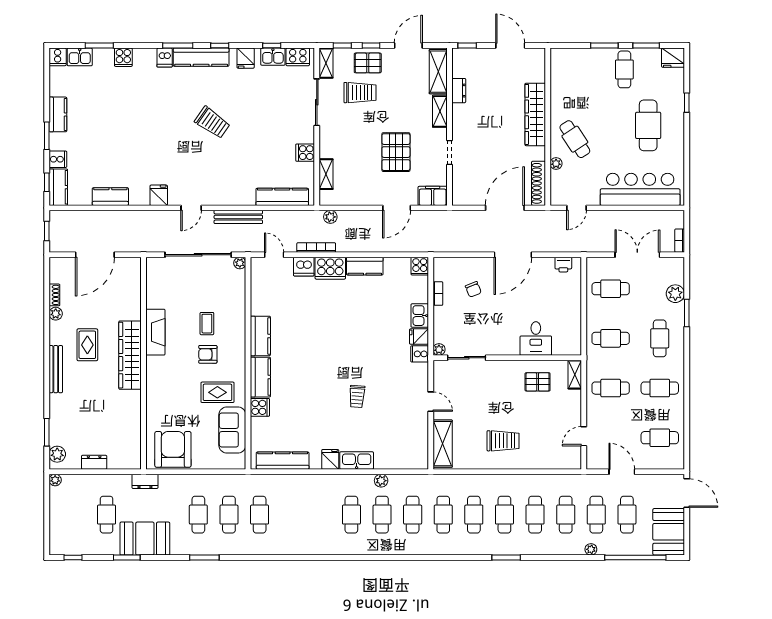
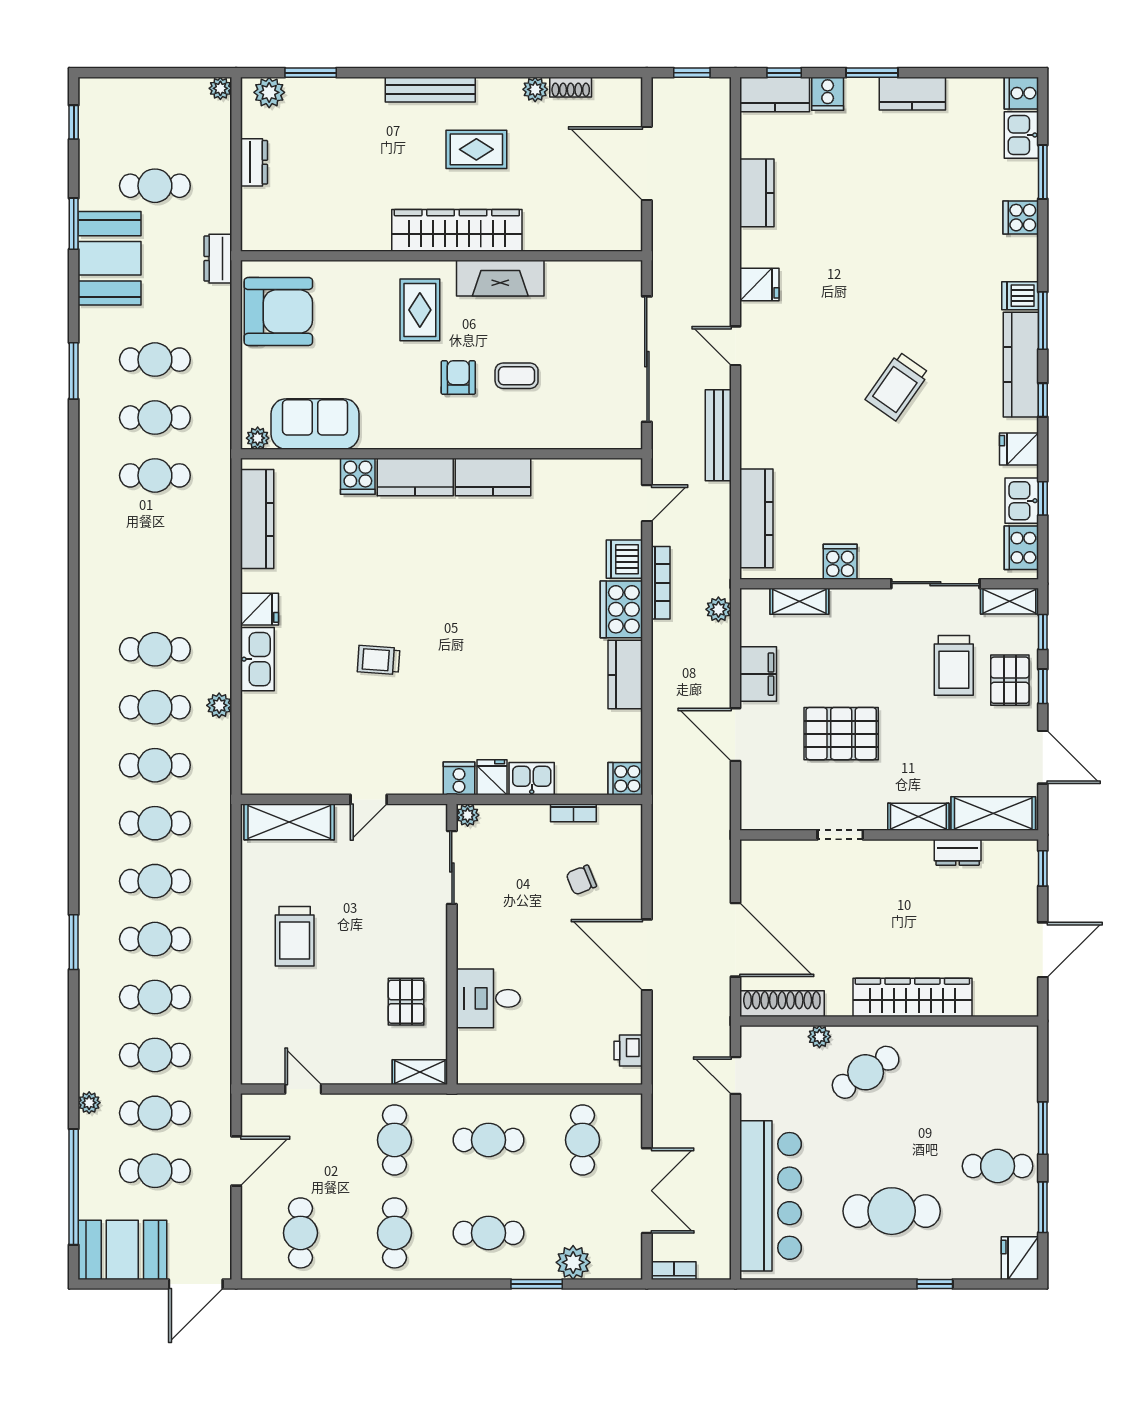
filing cabinet: (433, 196) -> (758, 674), moved
plant: (240, 263) -> (258, 438), moved
cafe table: (611, 338) -> (488, 1140), turned 90
rug: (217, 392) -> (420, 310), moved

